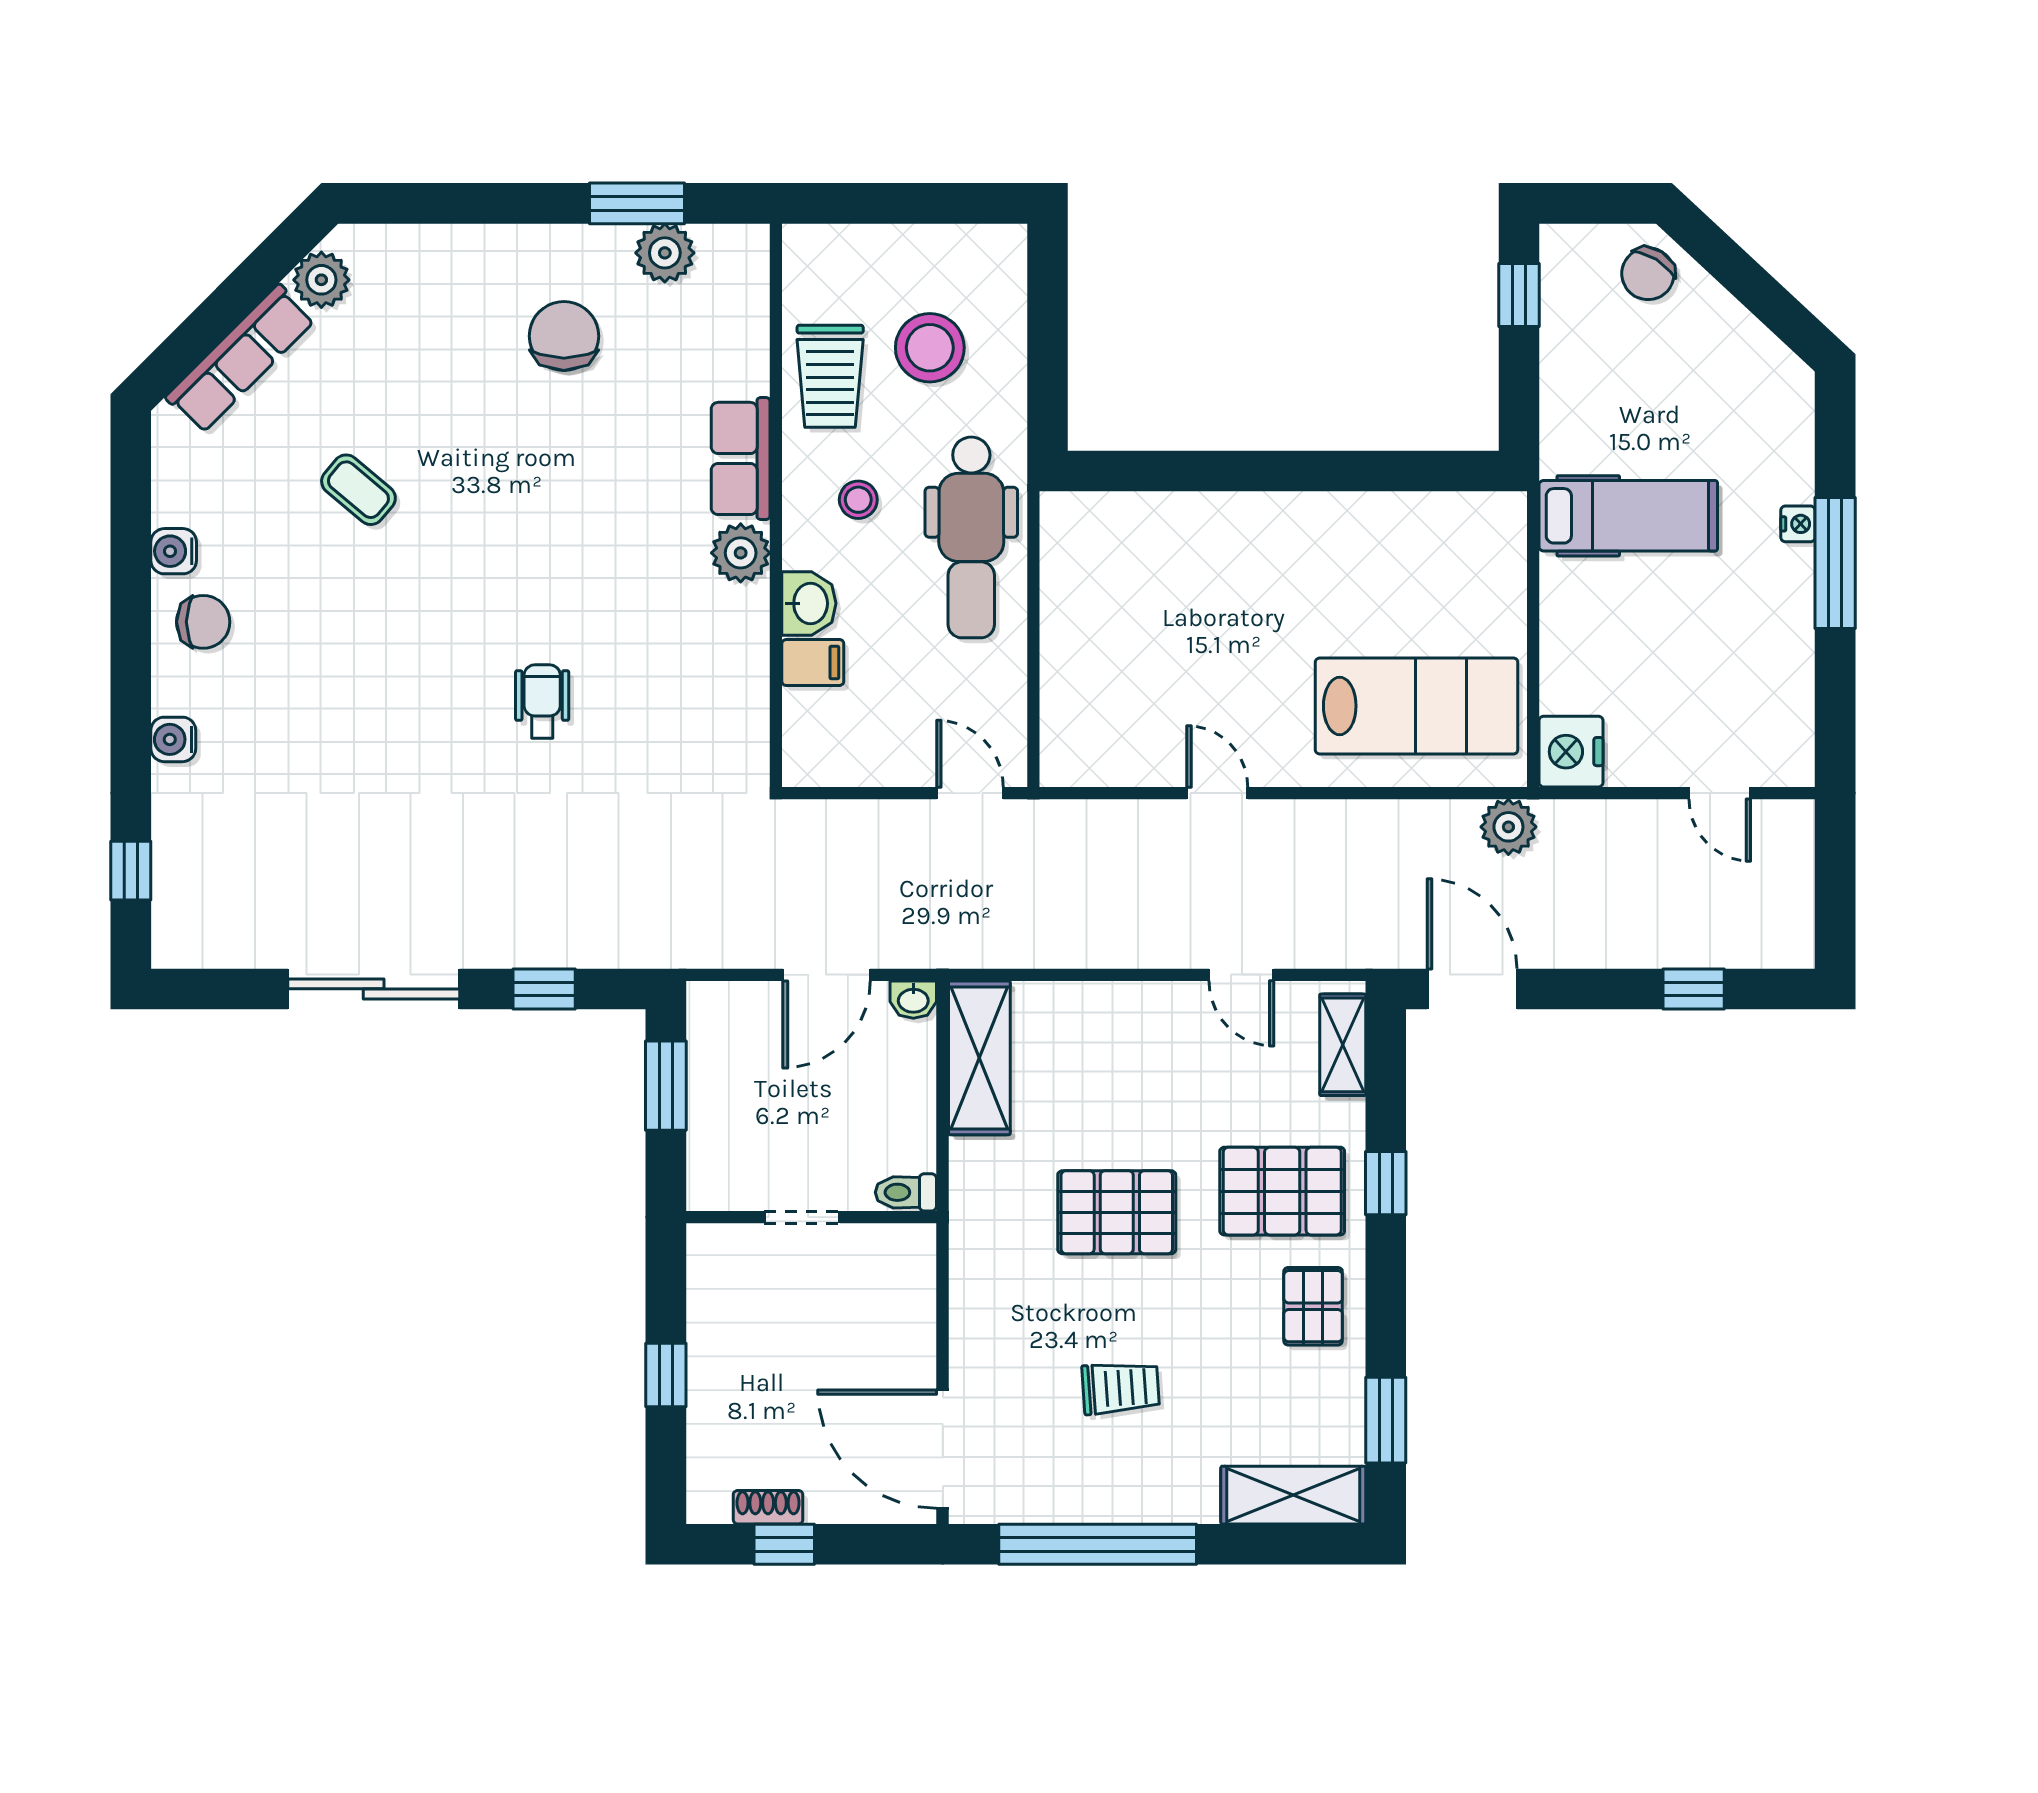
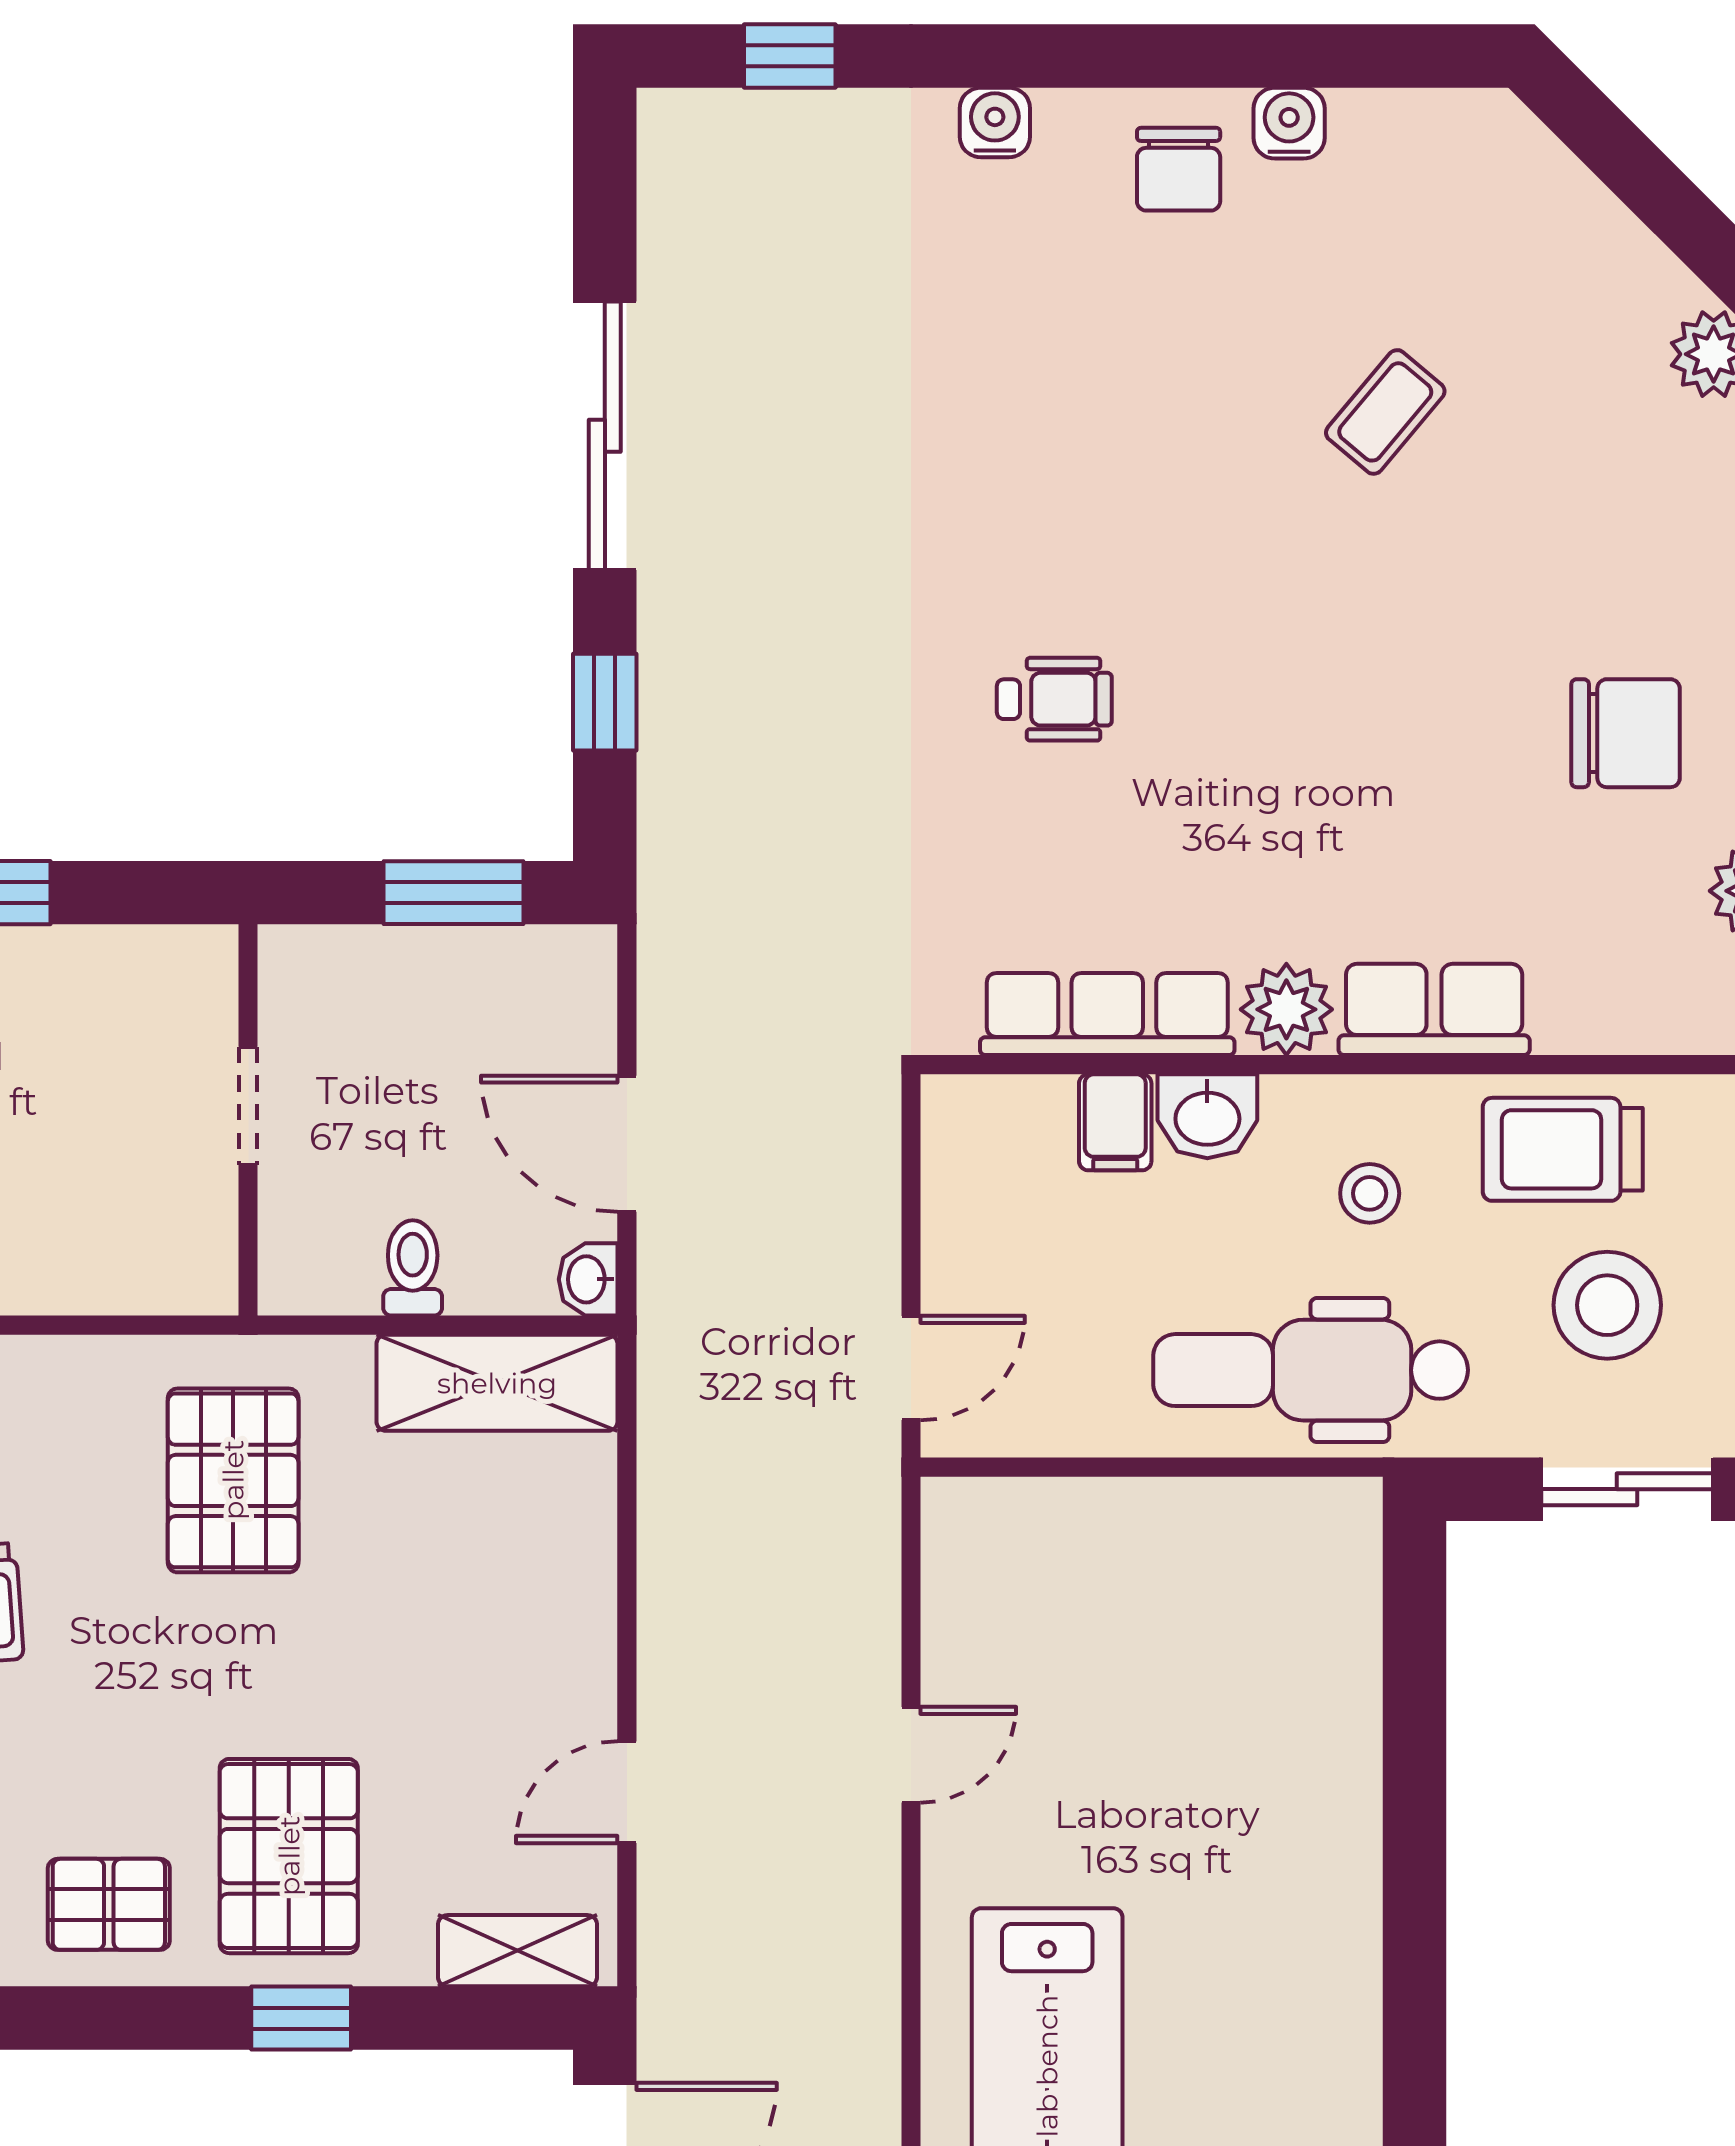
sliding door: (1048, 335) -> (1627, 1489), added
row of seats: (240, 359) -> (1107, 1014), moved, turned 135
toilet: (906, 1192) -> (413, 1268), moved
pallet: (1117, 1212) -> (233, 1480), moved

